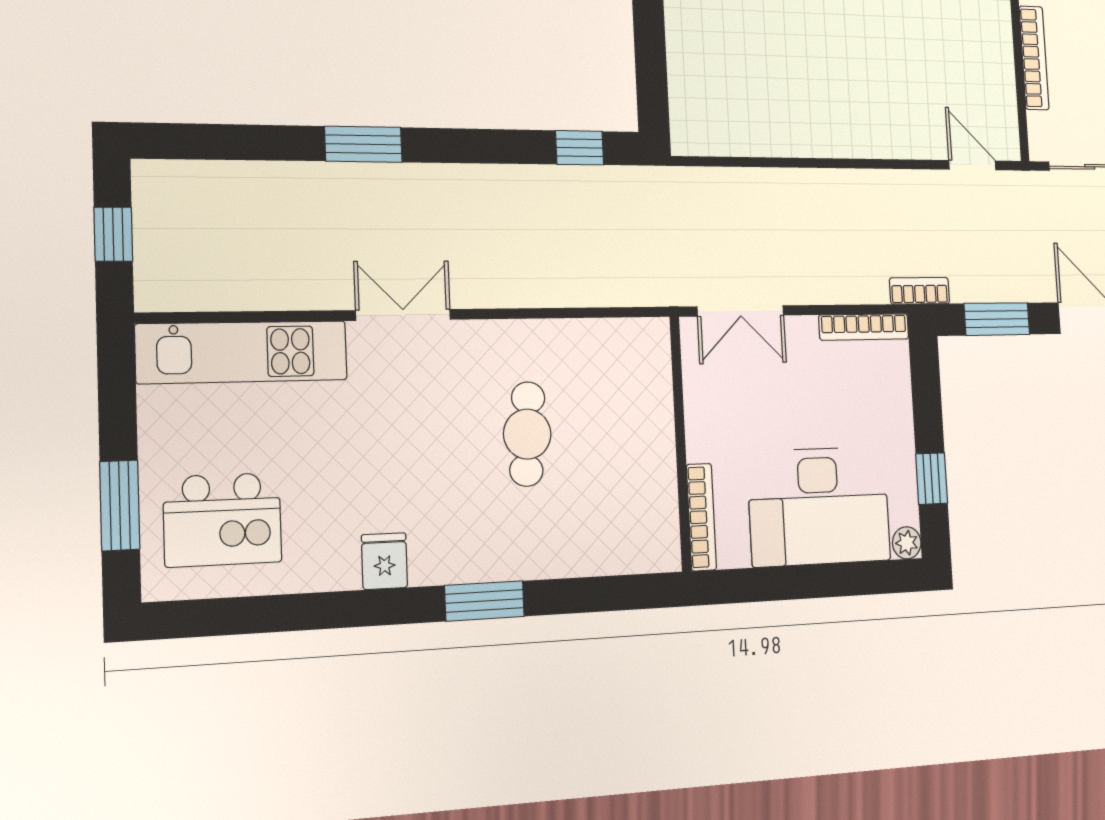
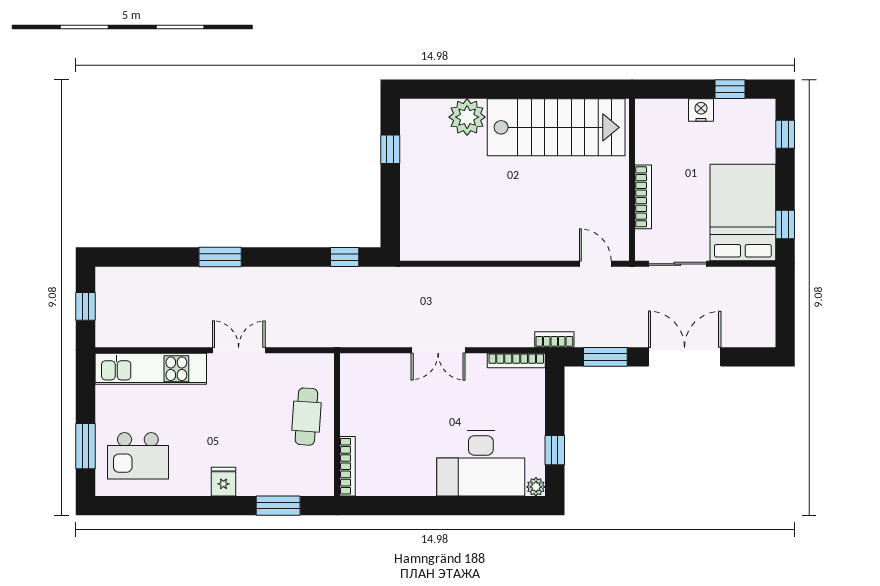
wall: (681, 443) -> (337, 425), moved
bookcase: (701, 517) -> (347, 466), moved

